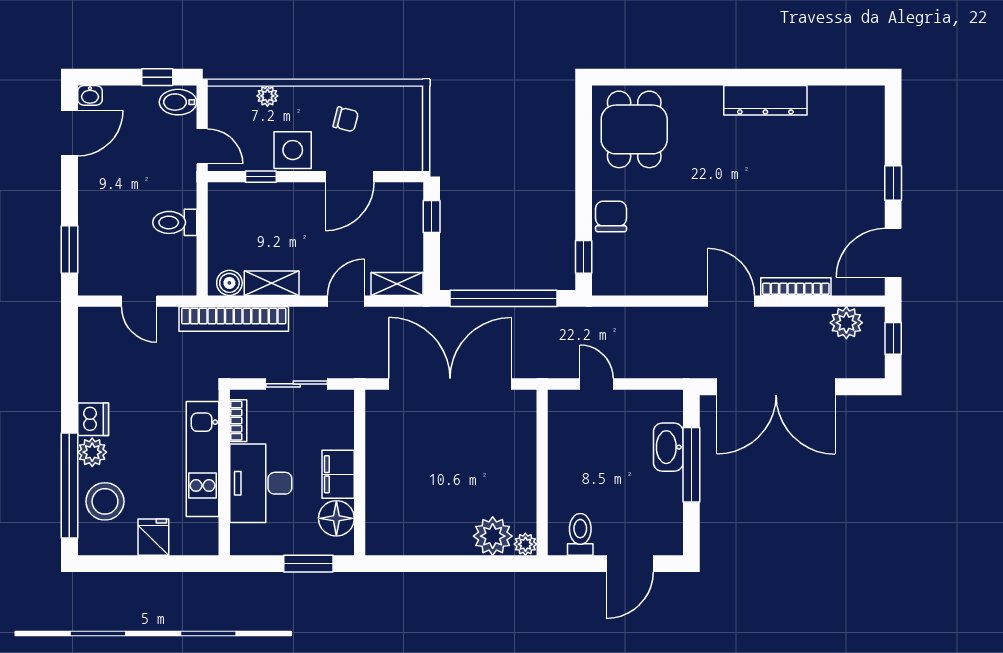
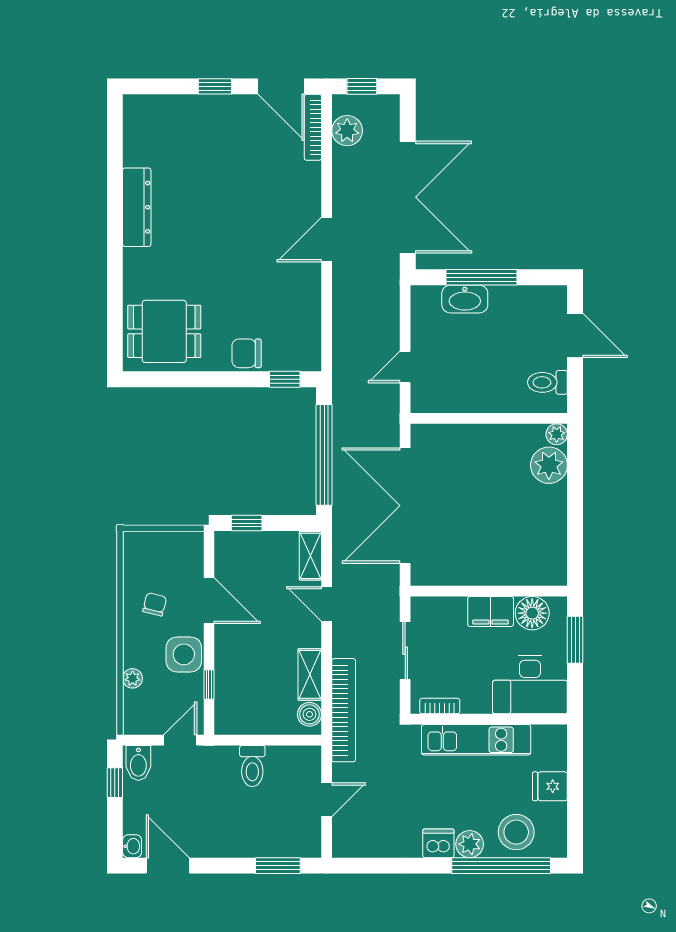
bookcase: (796, 287) -> (313, 127), moved
desk: (261, 483) -> (530, 685), moved

